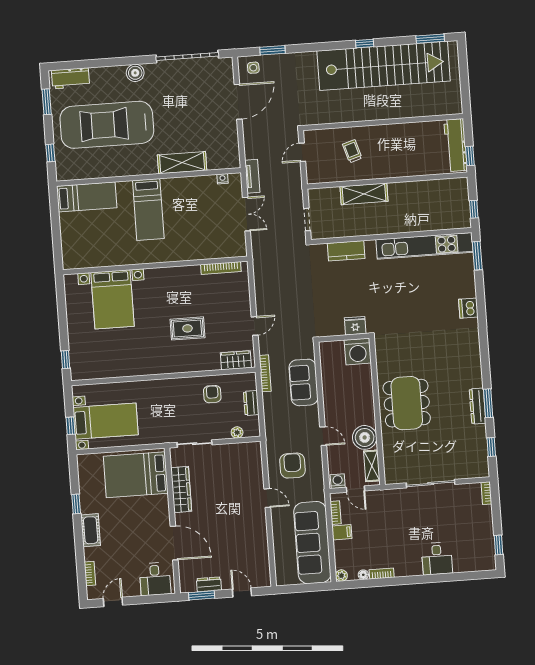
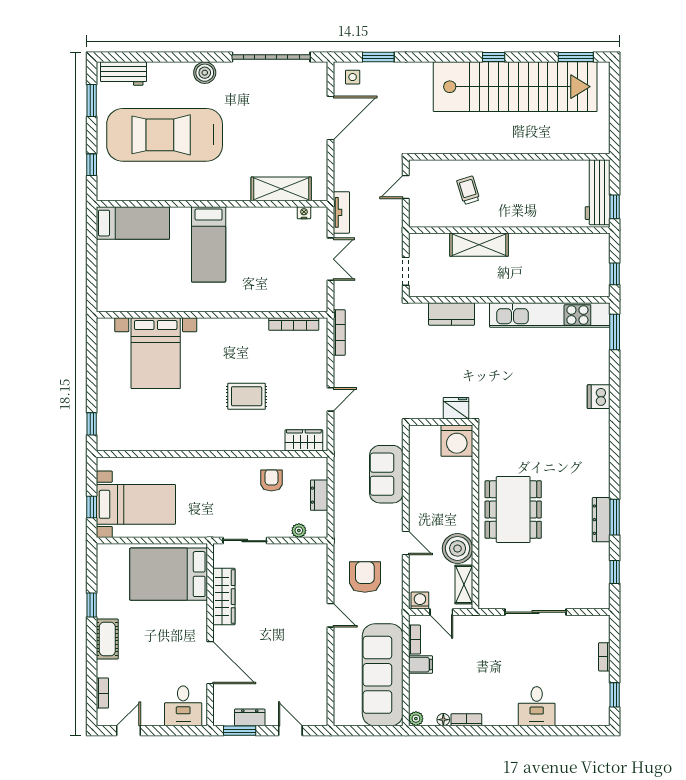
shelving: (182, 163) -> (281, 189), moved
bookcase: (265, 373) -> (339, 333), moved
bookcase: (486, 493) -> (604, 657), moved

